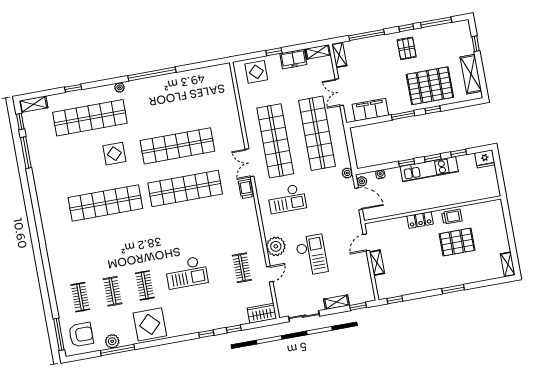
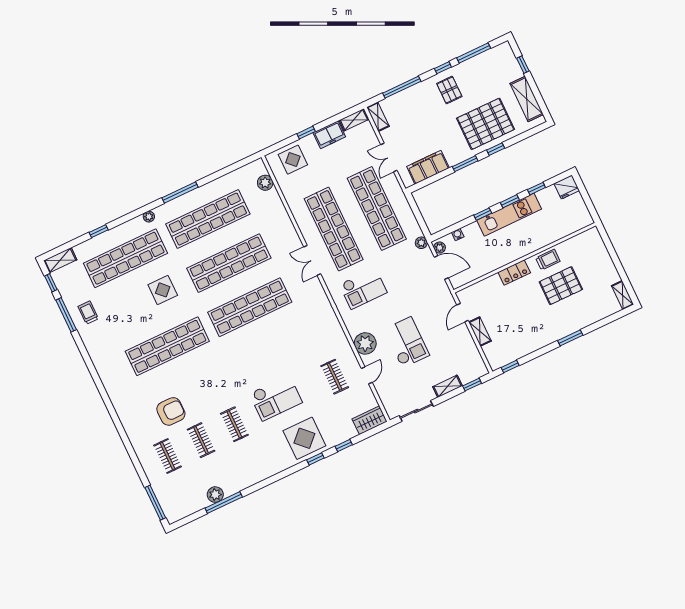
window: (152, 74) -> (180, 192), width x0.68
plant: (227, 85) -> (265, 183), added
shop shelf: (170, 103) -> (208, 219), added
trolley: (246, 189) -> (88, 313), moved
display table: (150, 324) -> (304, 438), moved
armchair: (81, 335) -> (171, 411), moved

